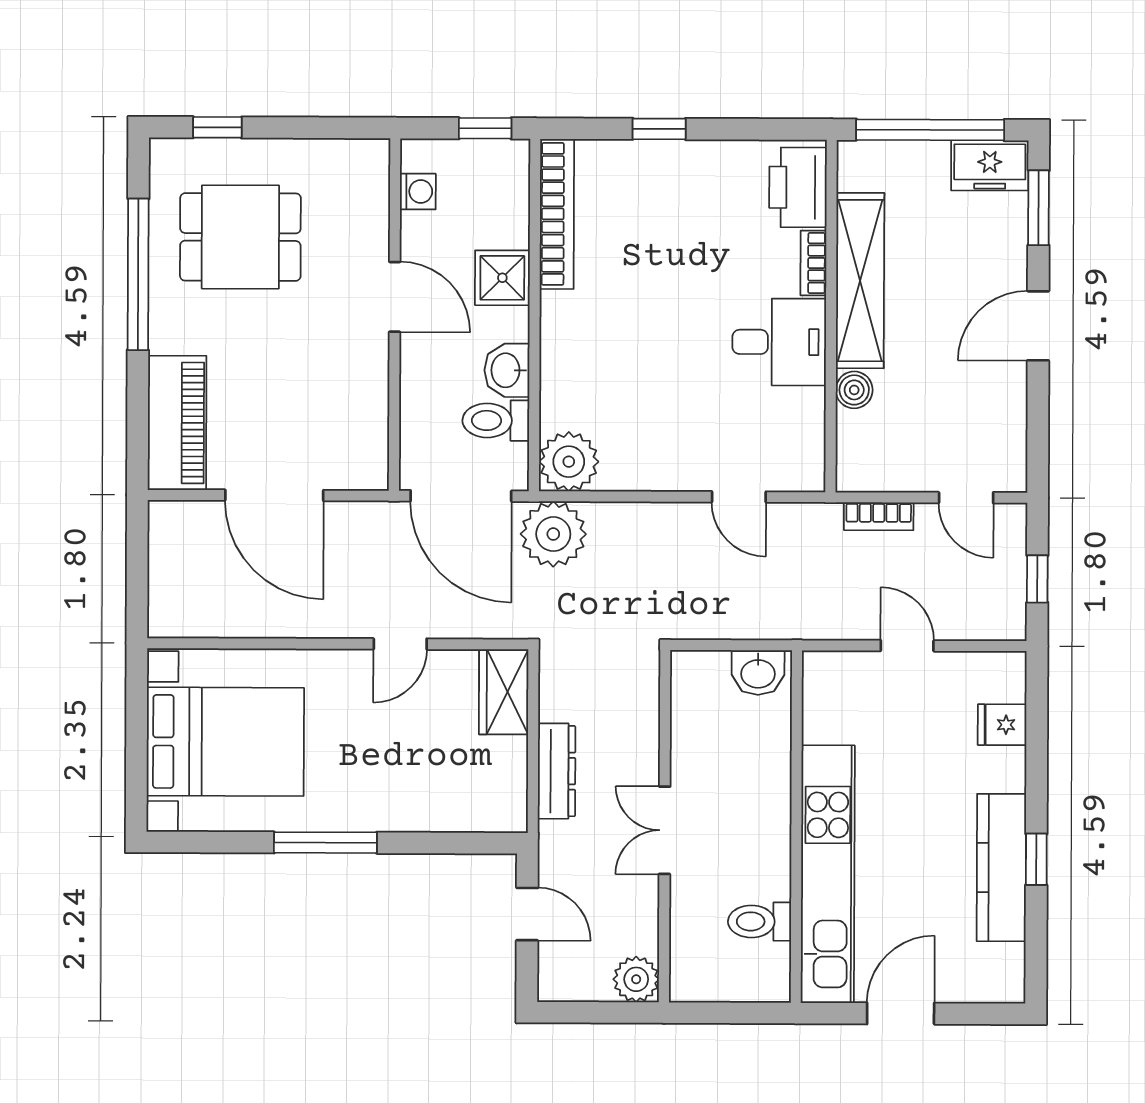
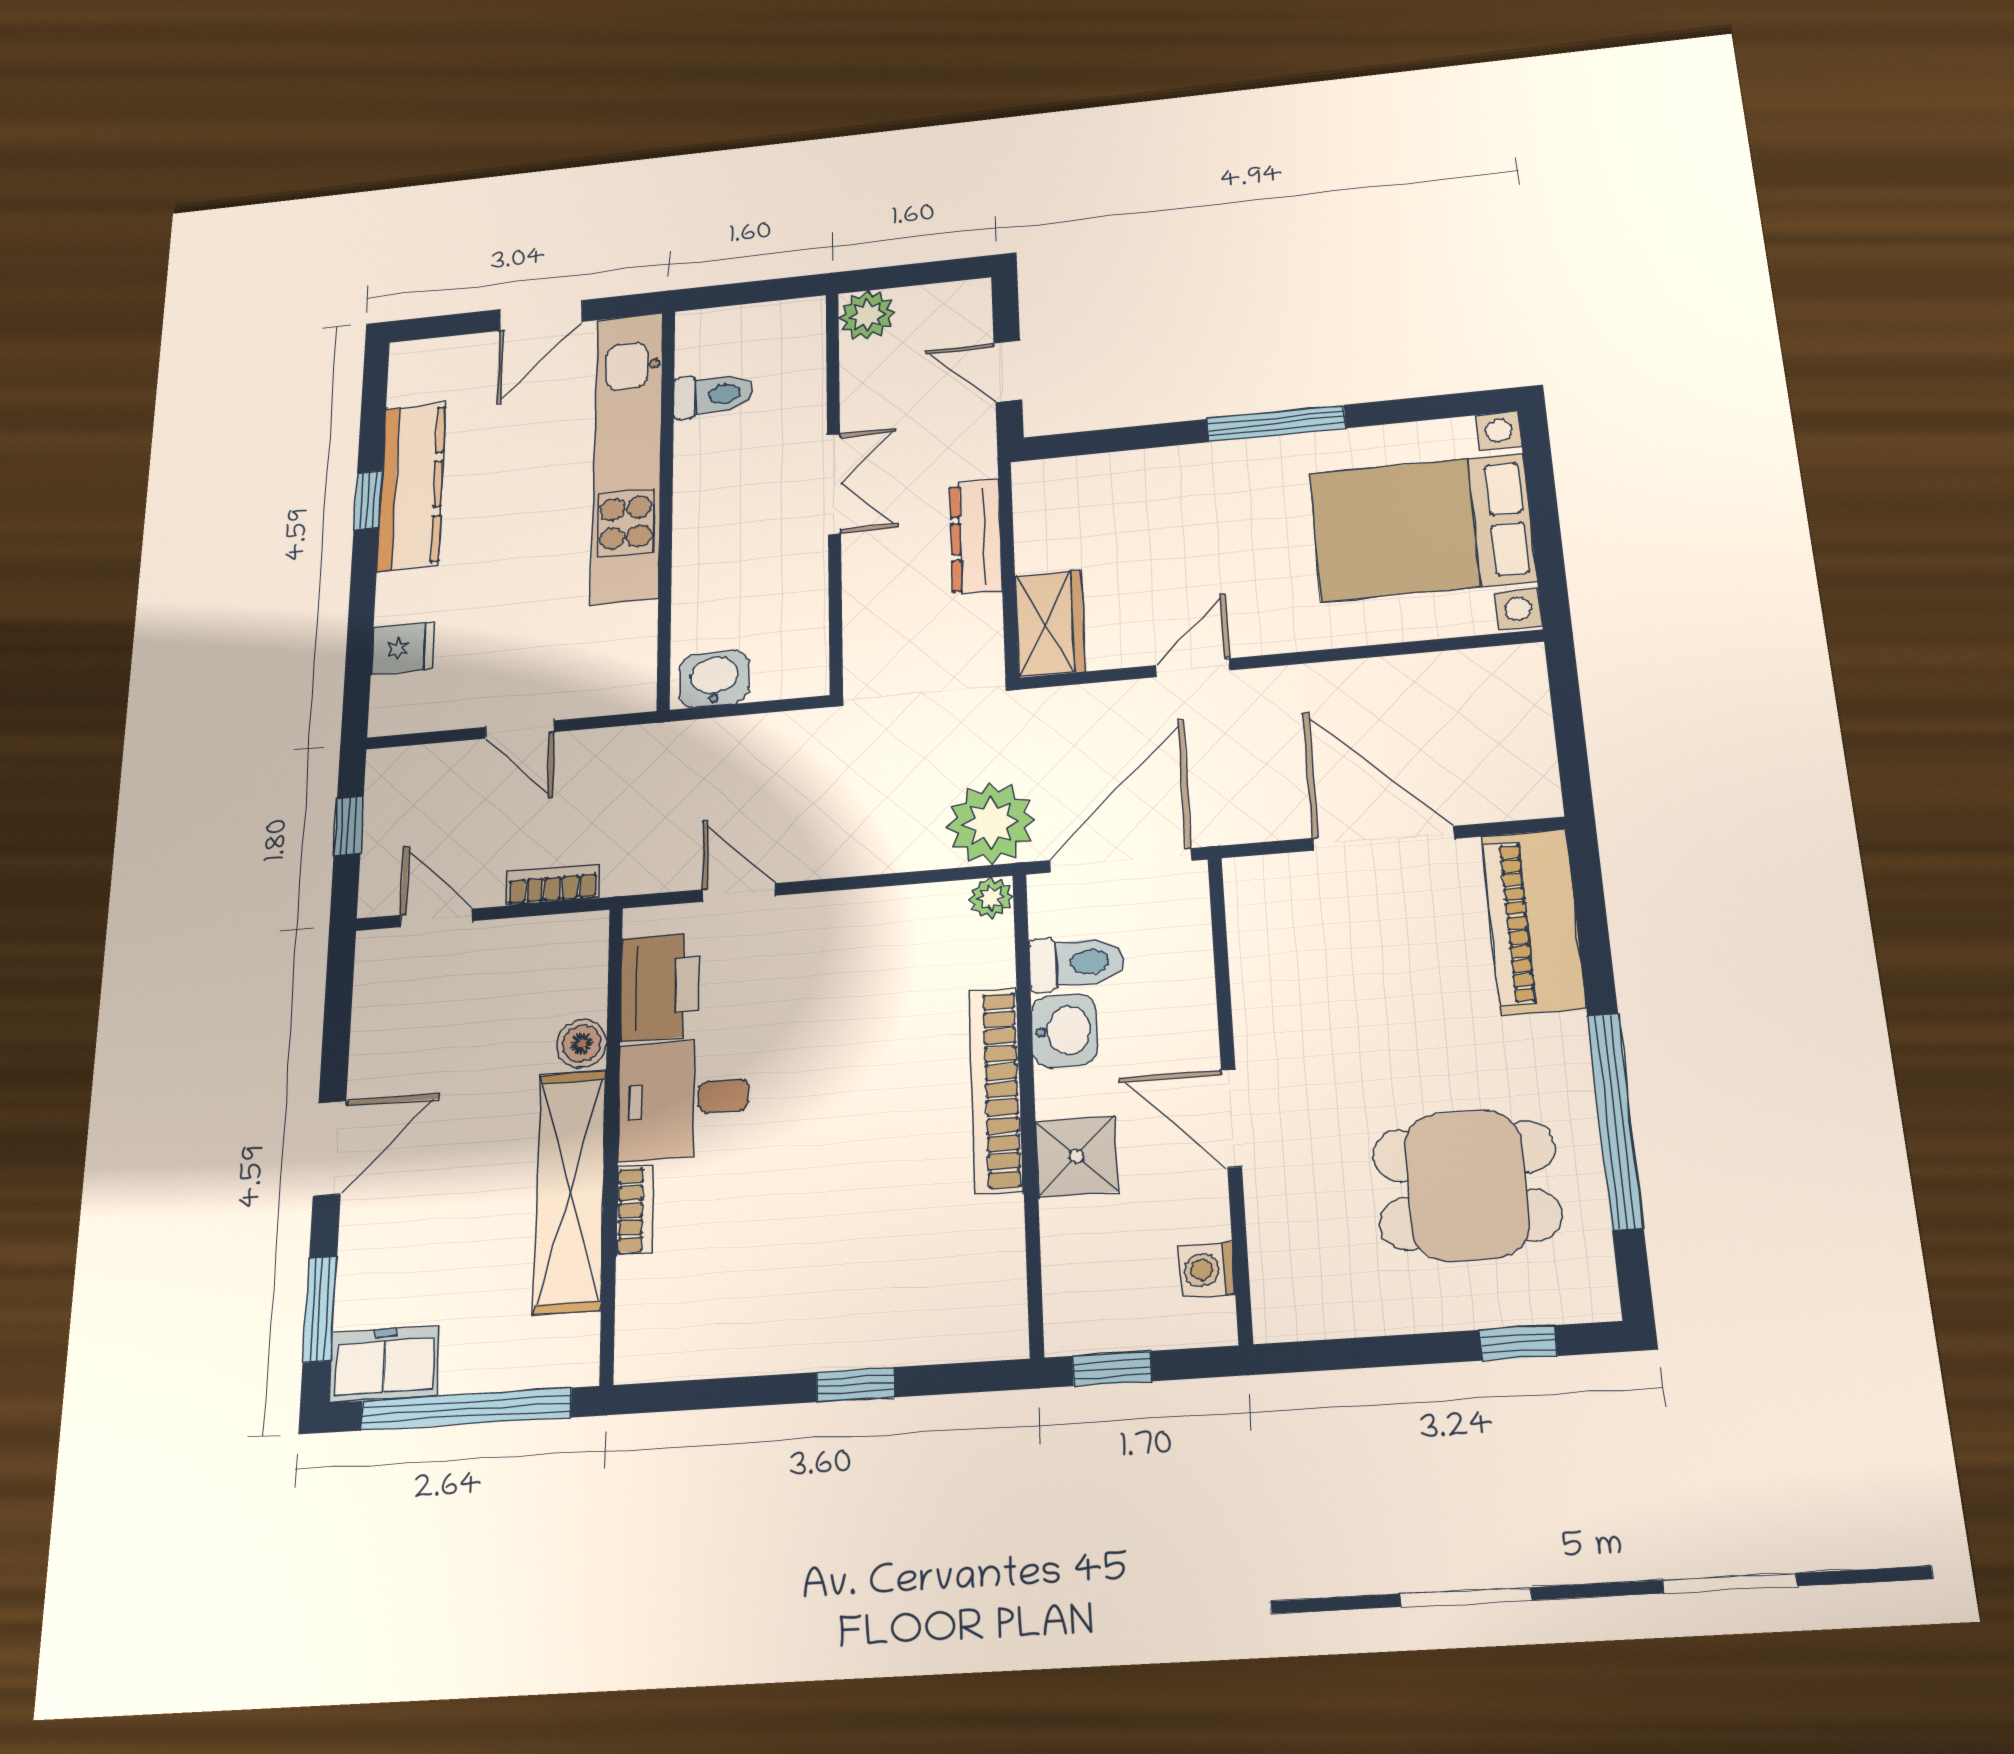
printer: (798, 187) -> (660, 987), moved
bookcase: (557, 214) -> (996, 1090), moved
plant: (569, 462) -> (991, 898), width x0.53, depth x0.53
door: (461, 496) -> (1120, 860), hinge flipped

